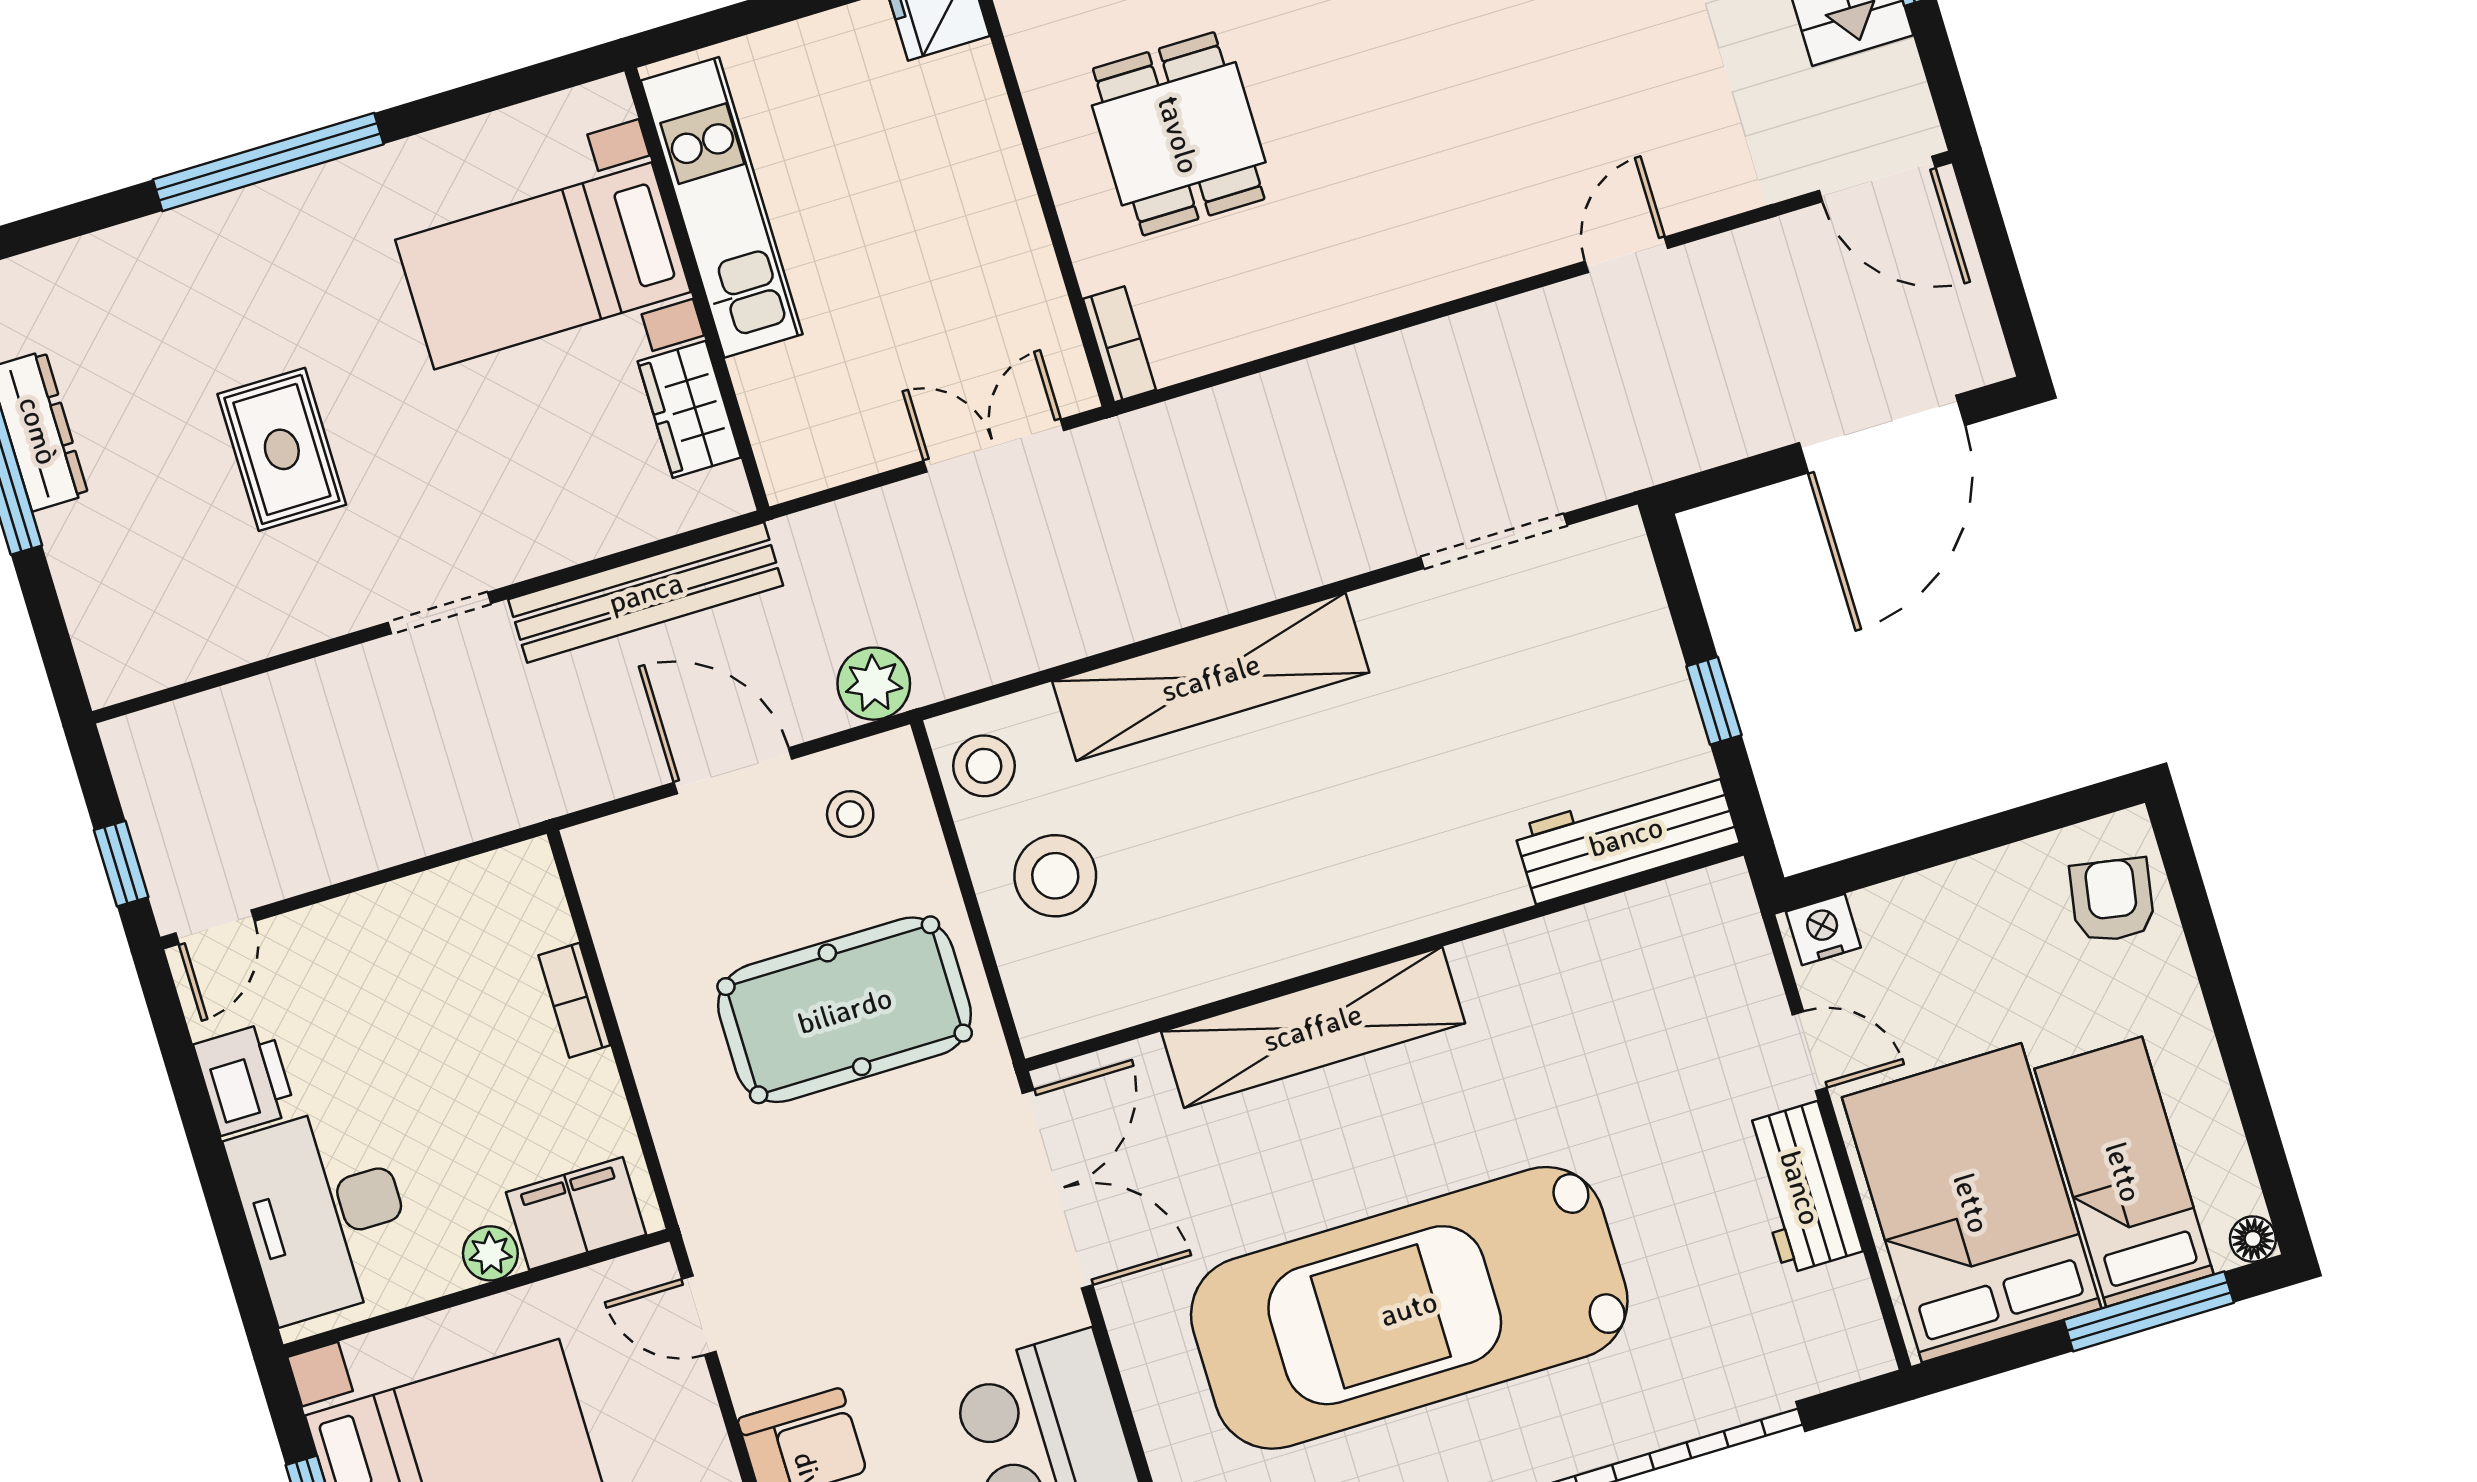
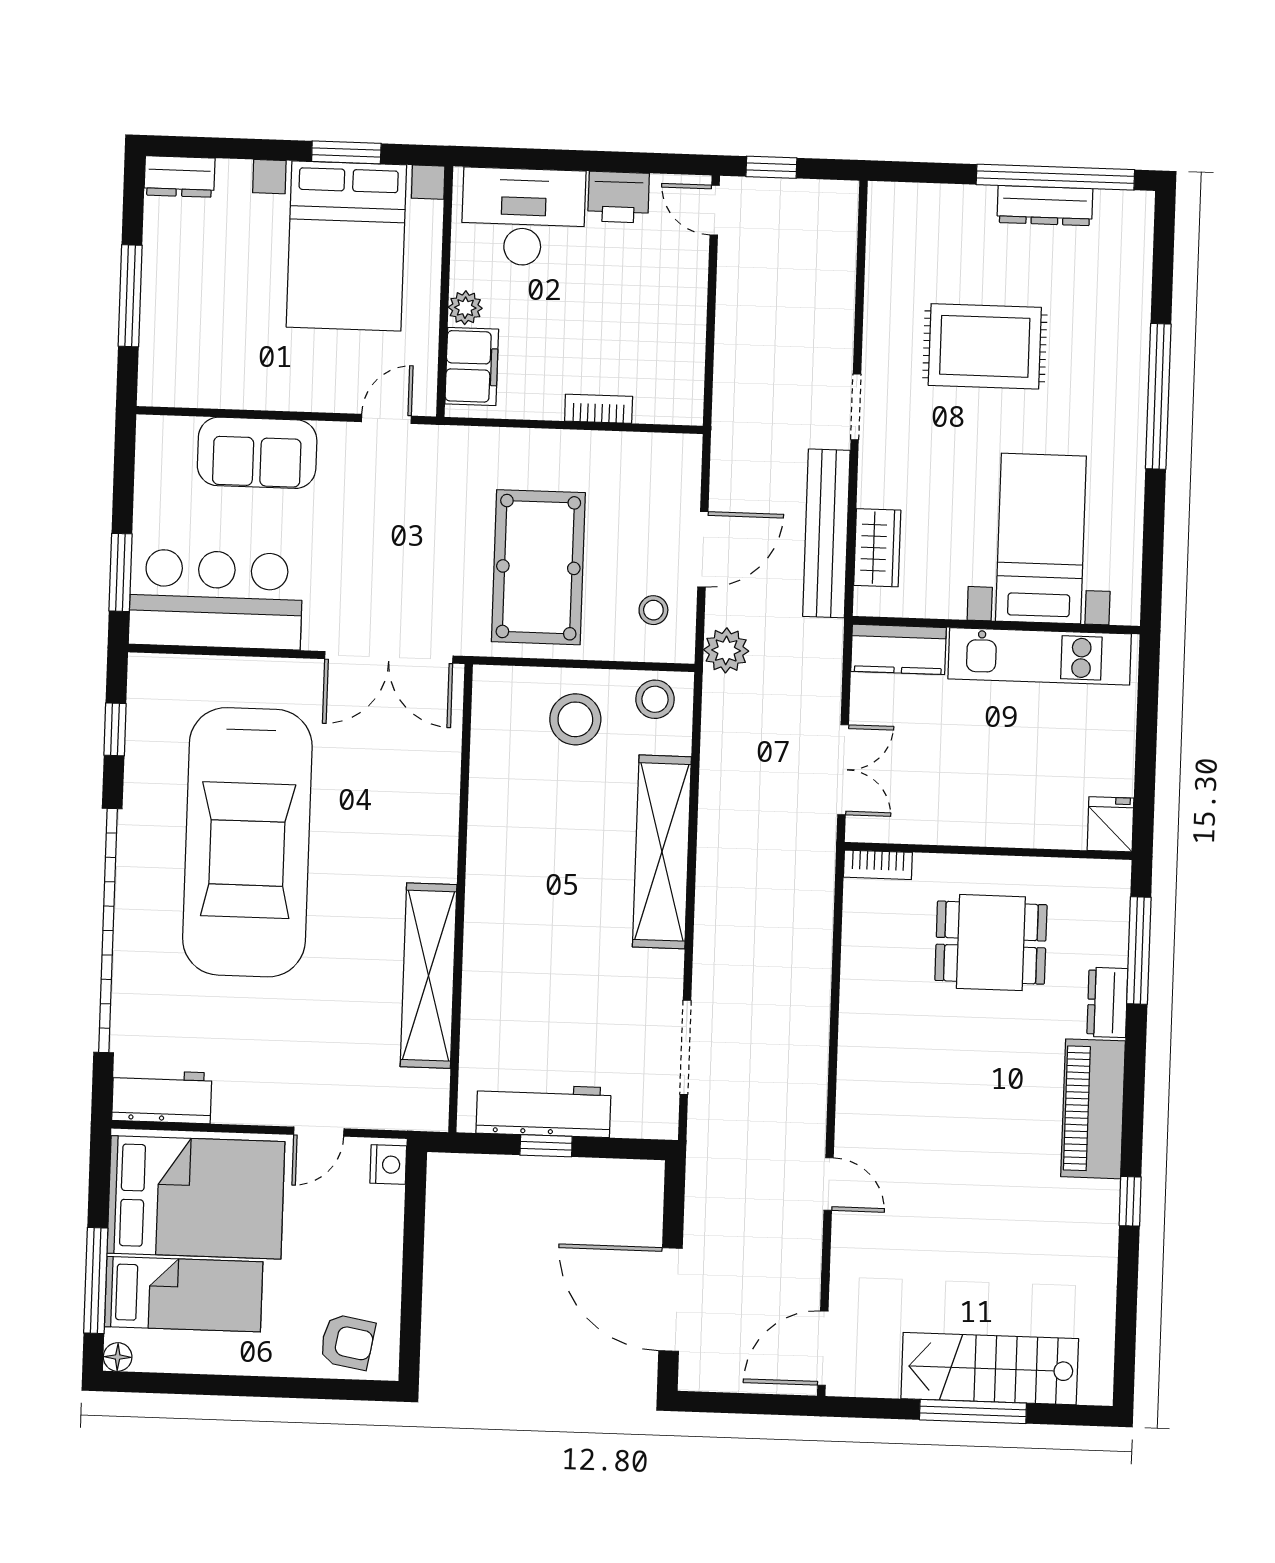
wardrobe: (689, 409) -> (877, 548), moved, turned 90
kitchen counter: (784, 424) -> (898, 649), added
rug: (282, 449) -> (985, 346), width x1.36, depth x1.43
workbench: (1626, 836) -> (544, 1110), moved, turned -90
shelving: (1313, 1027) -> (429, 976), moved
workbench: (1801, 1188) -> (162, 1097), moved
car: (1409, 1308) -> (247, 842), turned 180

